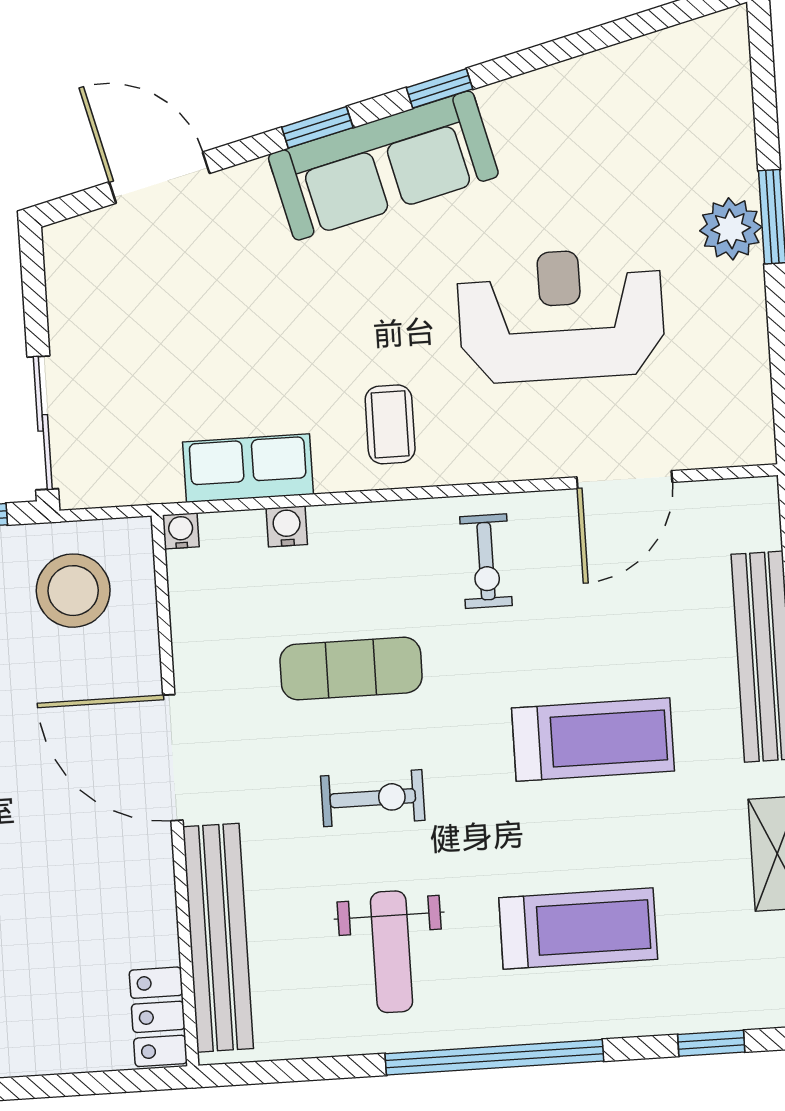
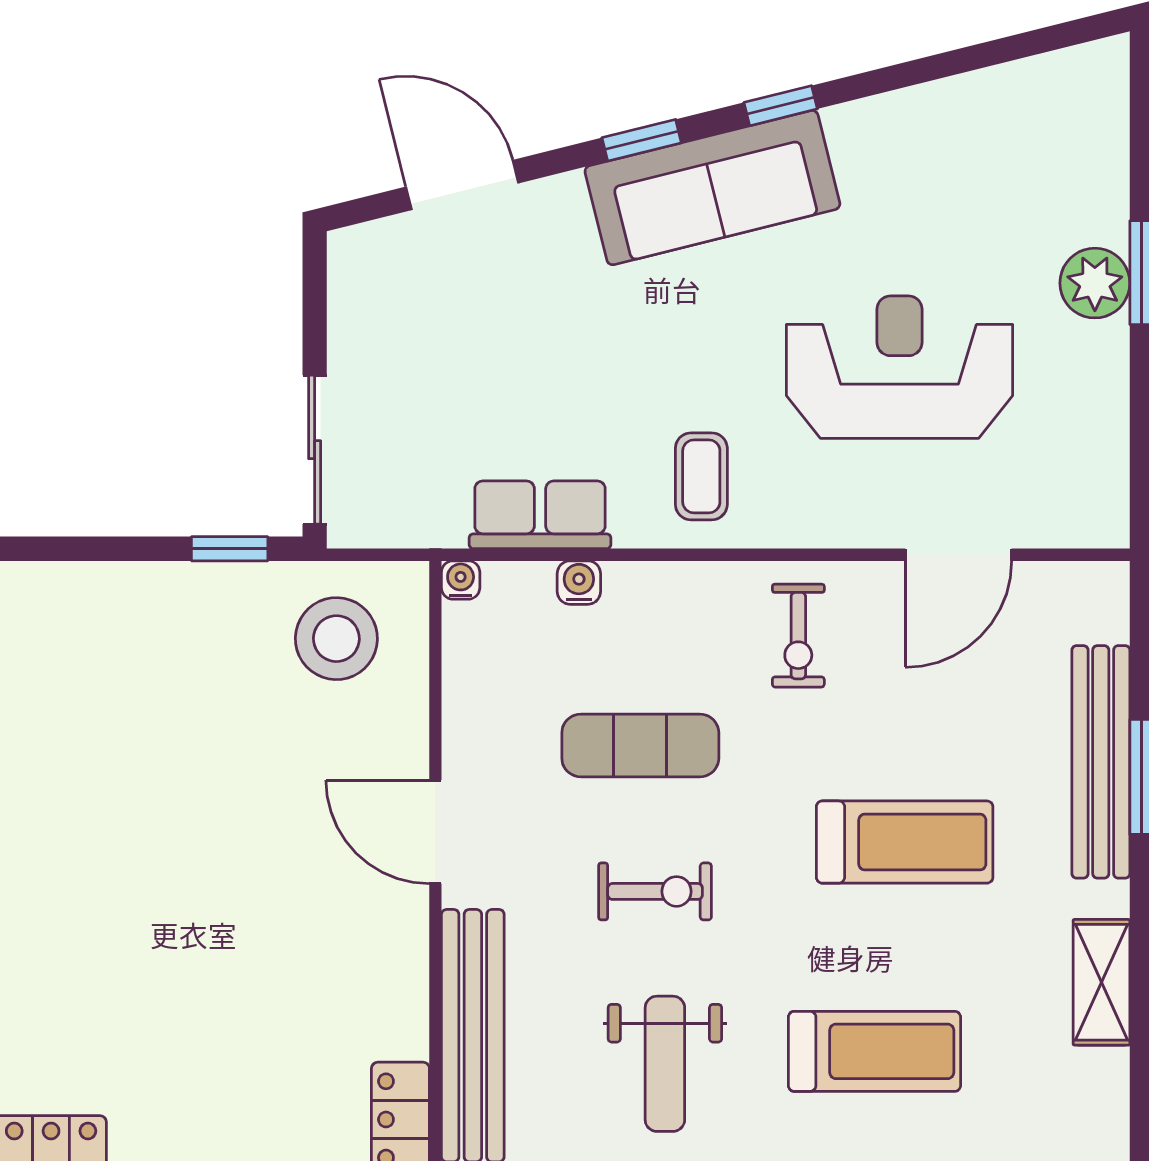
door: (173, 758) -> (435, 832), width x0.73

